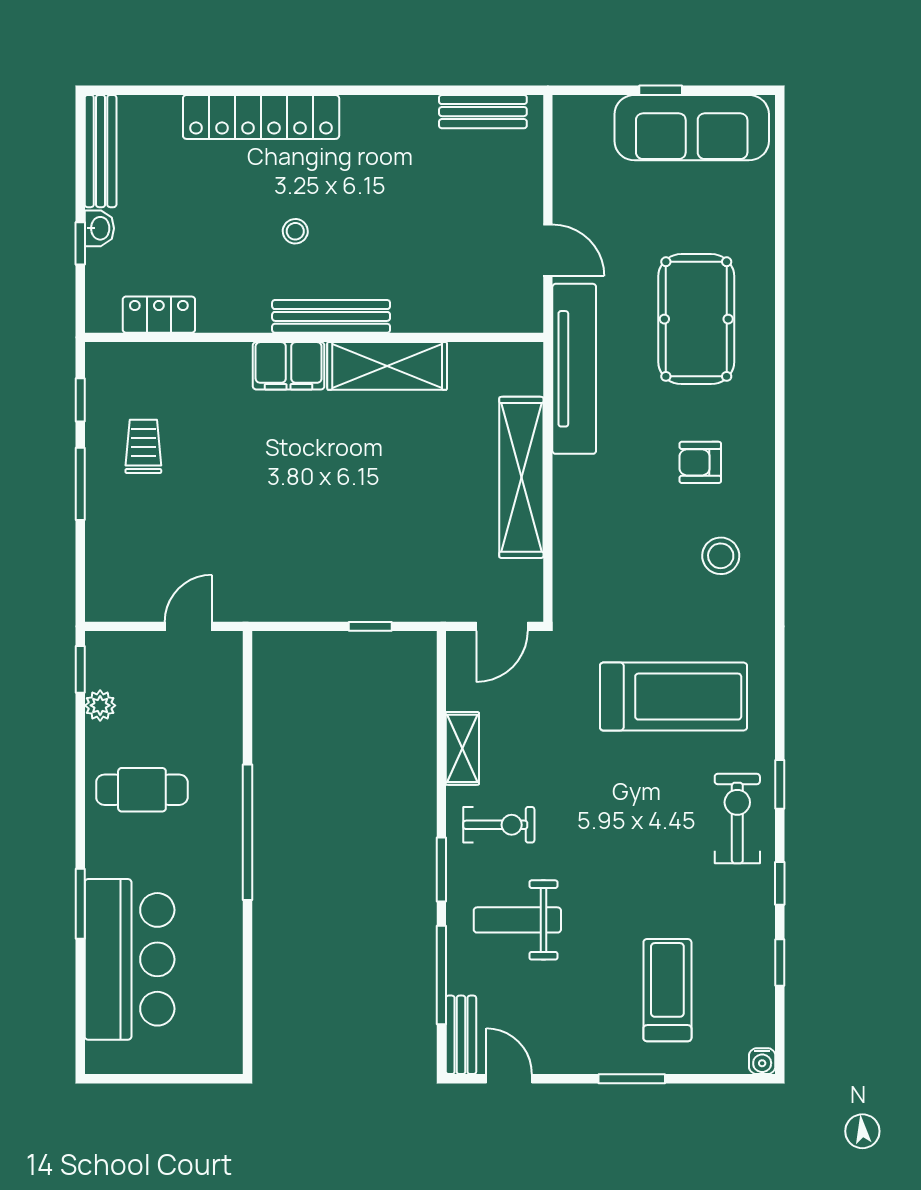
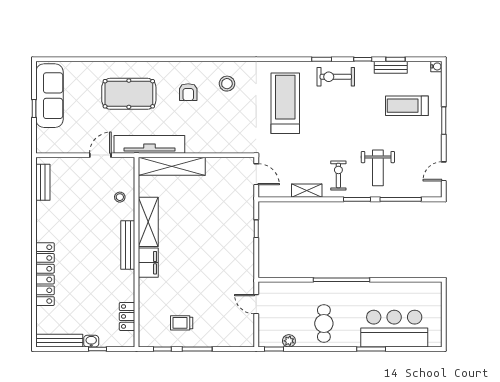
stool: (295, 231) -> (120, 197), moved
shelving: (521, 477) -> (172, 166), moved
bench: (461, 1035) -> (391, 67), moved

